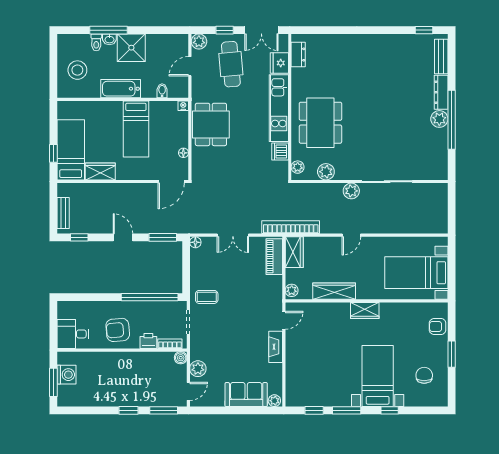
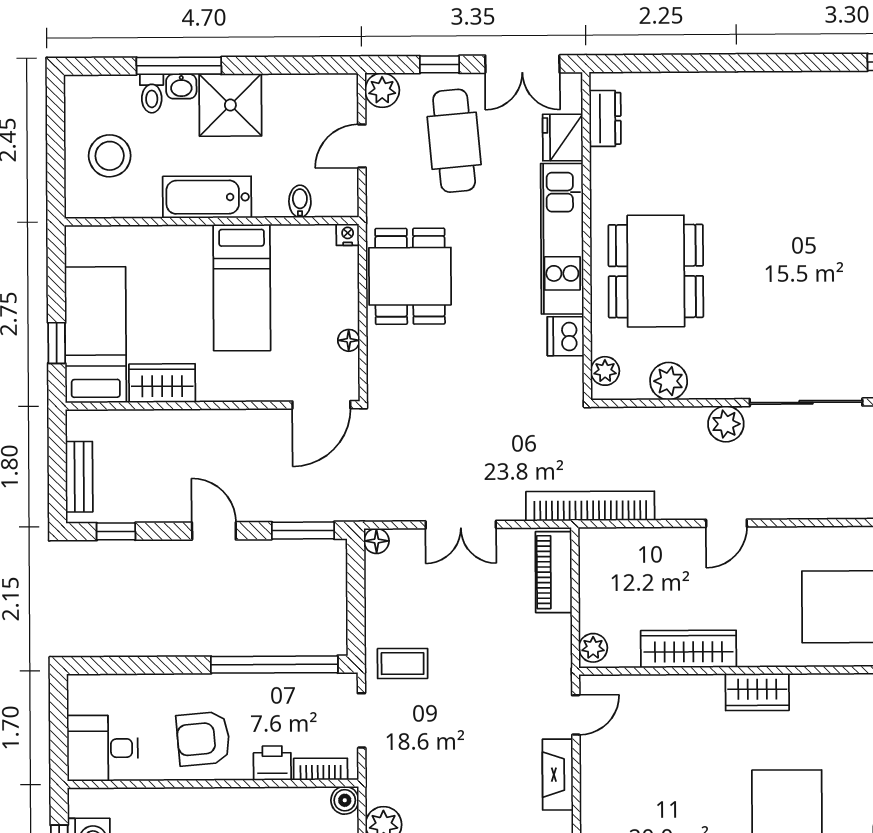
wardrobe: (294, 252) -> (598, 562), removed

